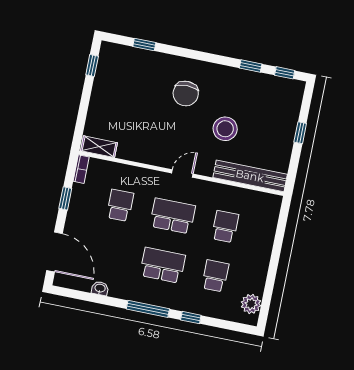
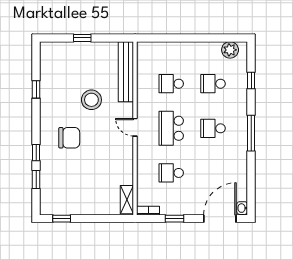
window: (285, 73) -> (36, 153), moved
school desk: (163, 265) -> (213, 128), width x0.54
washbasin: (100, 288) -> (242, 208), moved
window: (191, 318) -> (251, 81), moved

